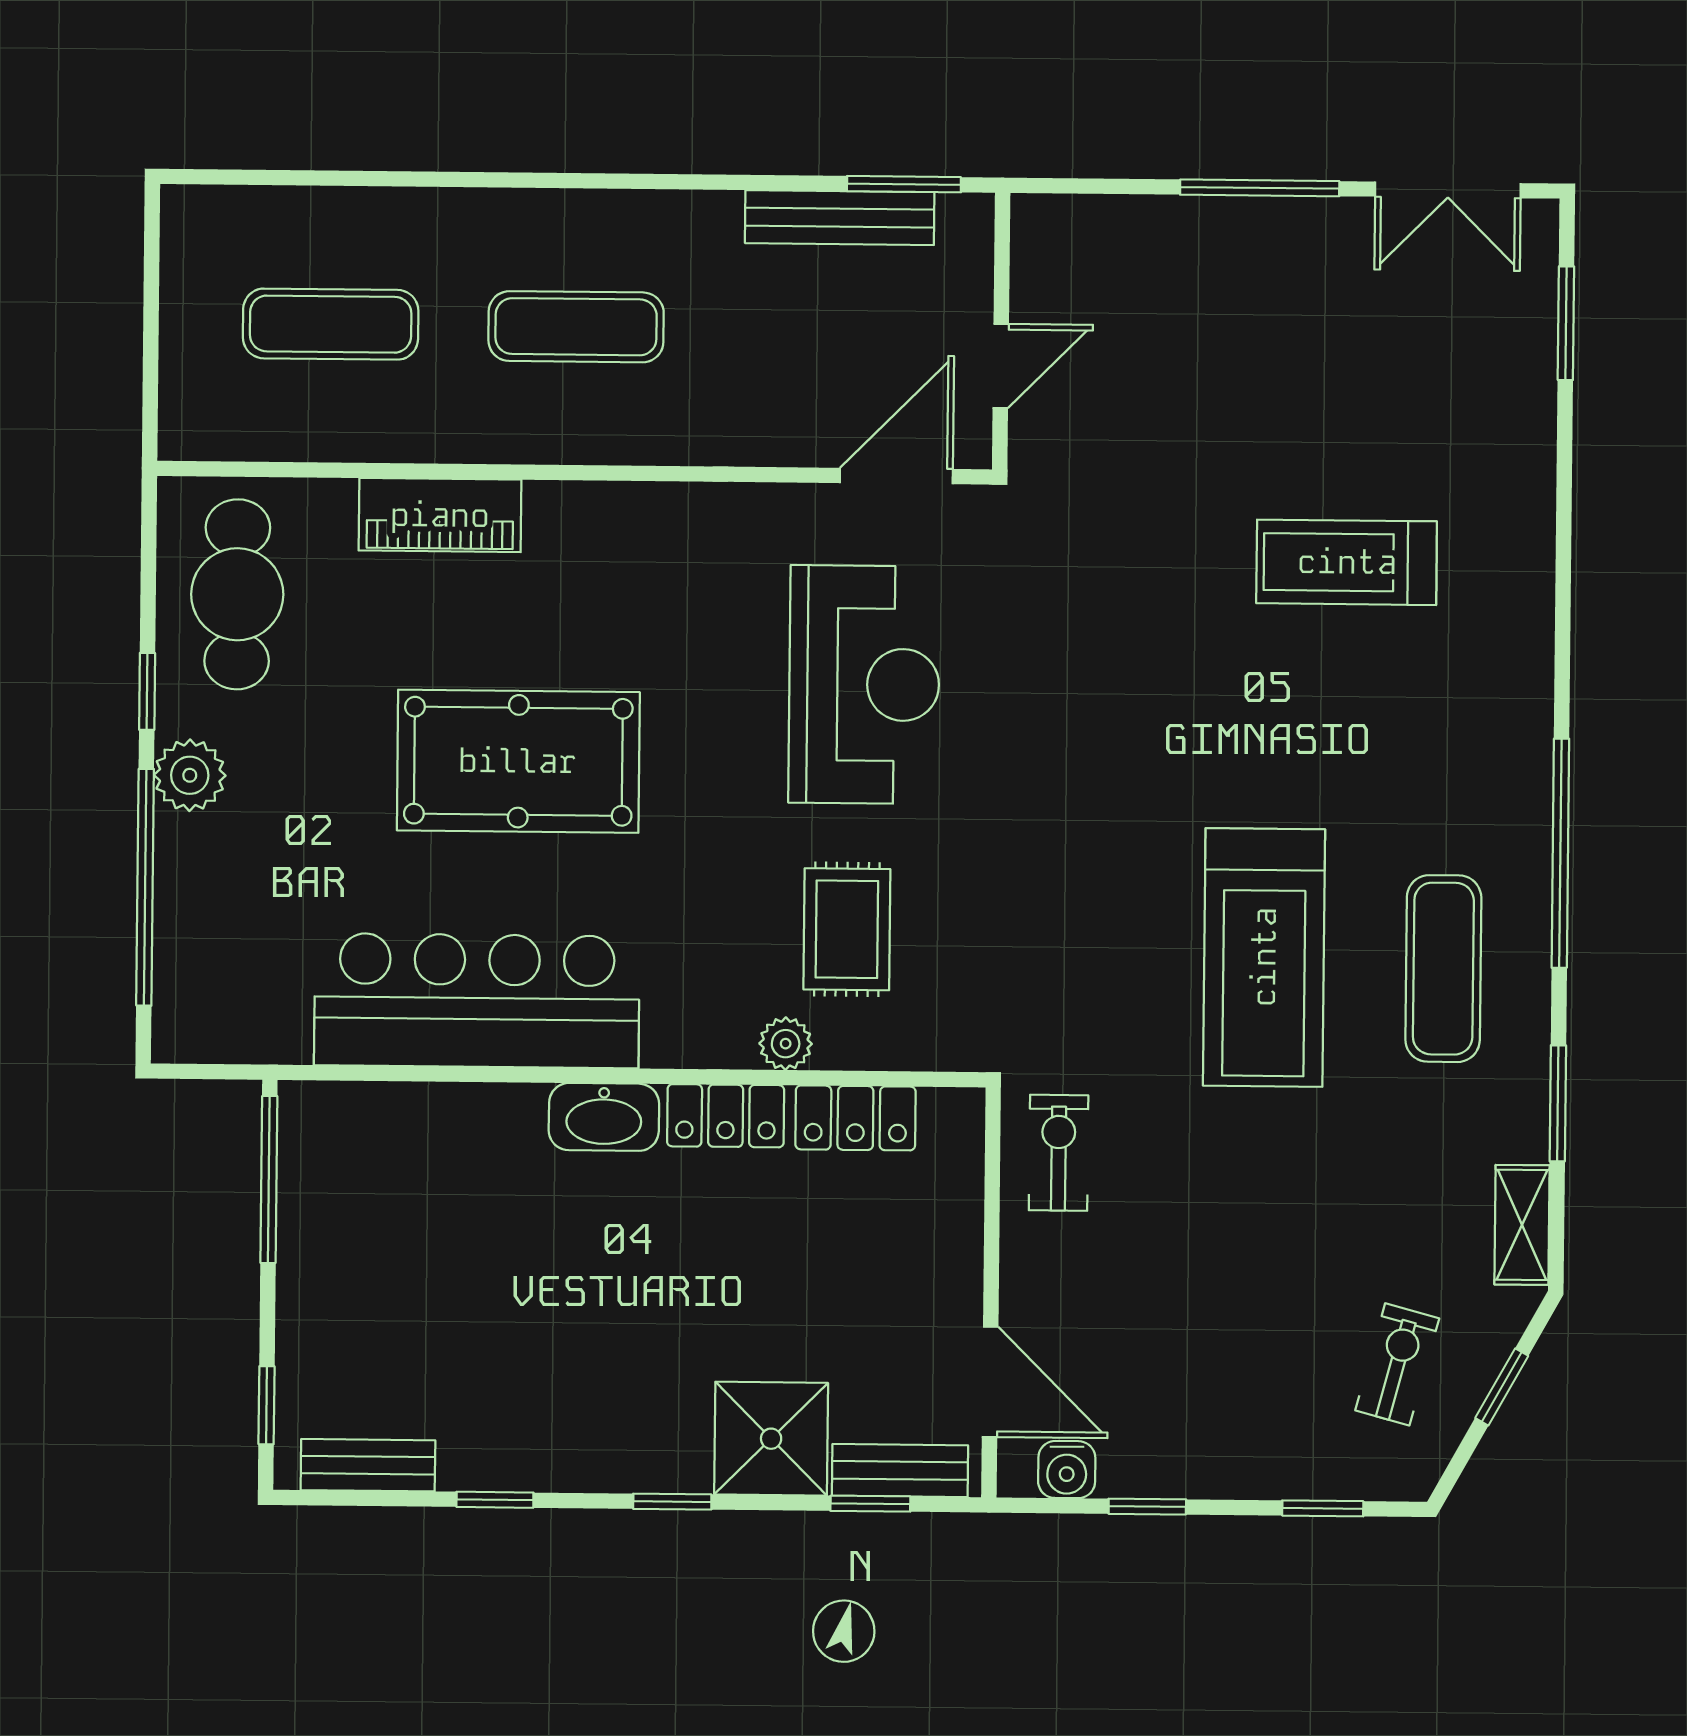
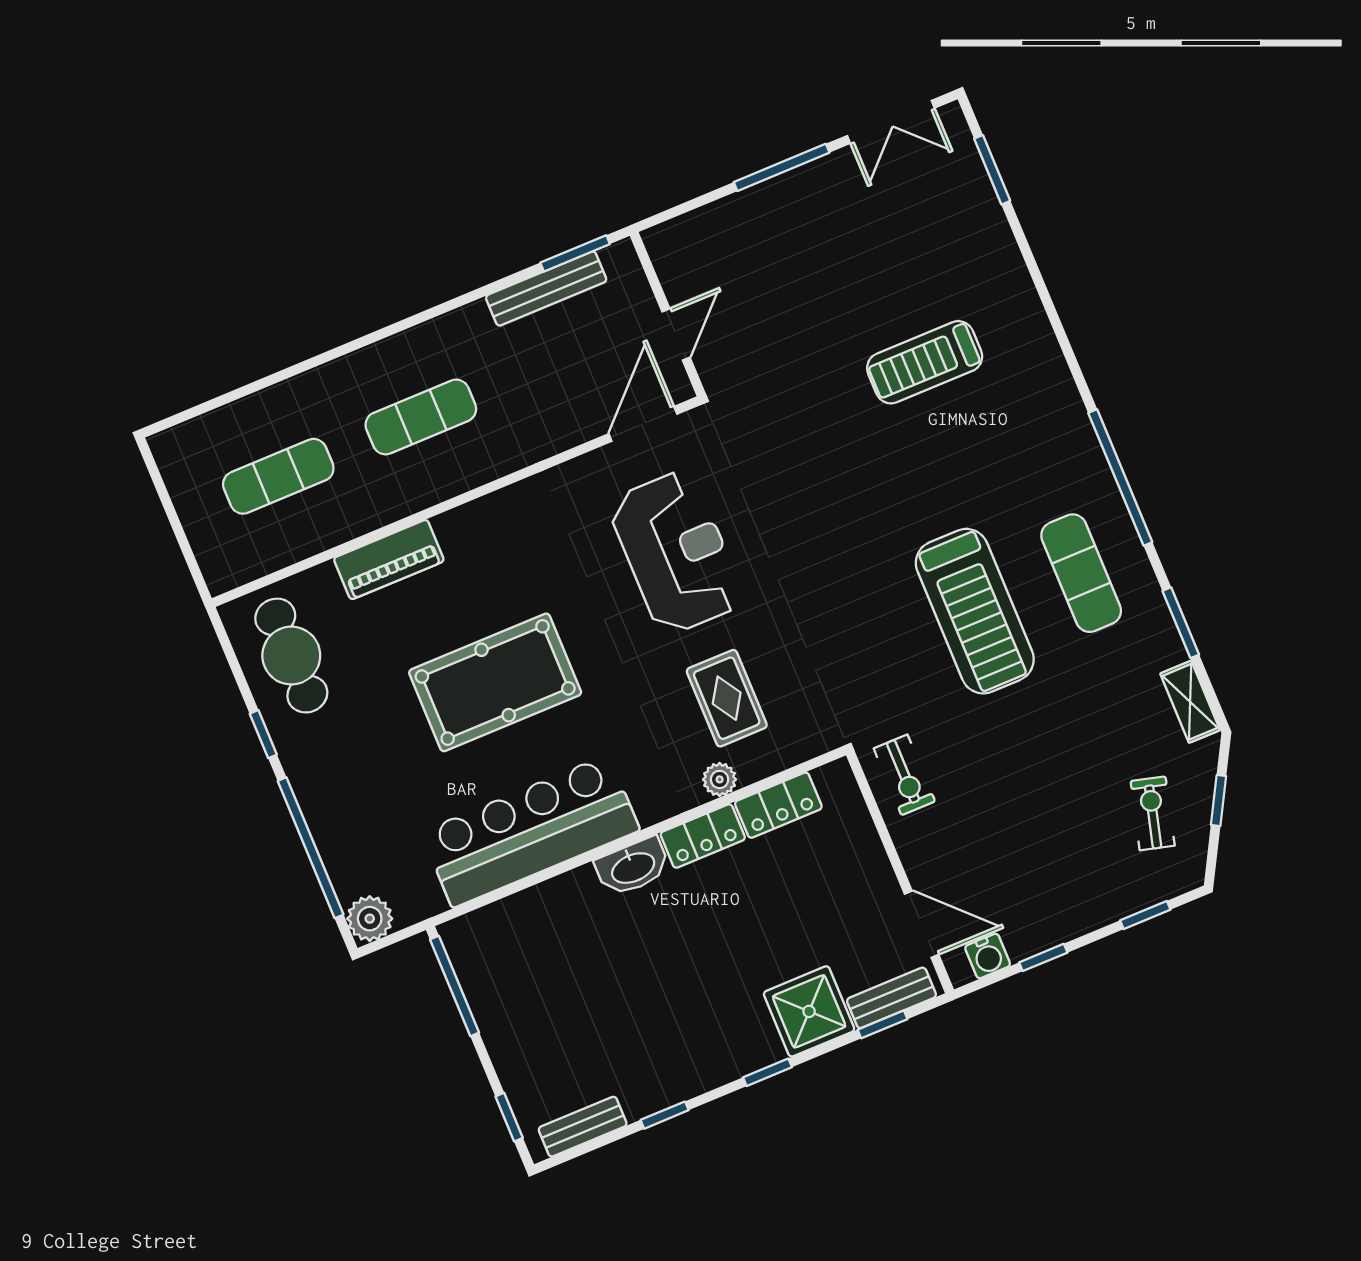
plant: (190, 775) -> (370, 919), moved
exercise bike: (1059, 1153) -> (904, 775), turned 180

